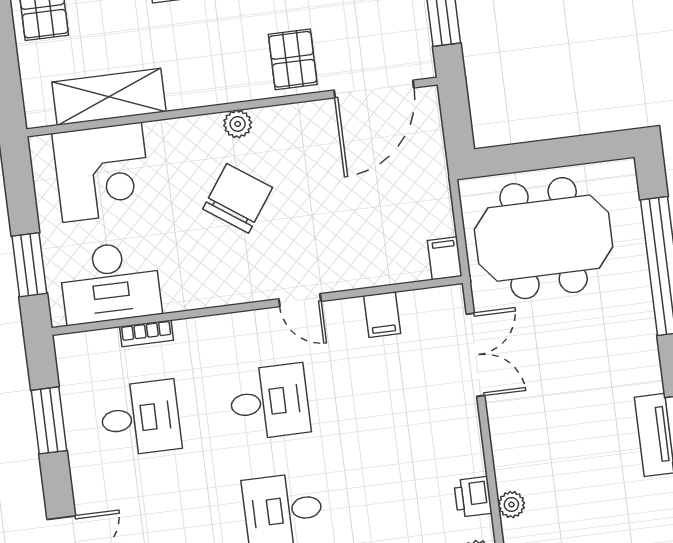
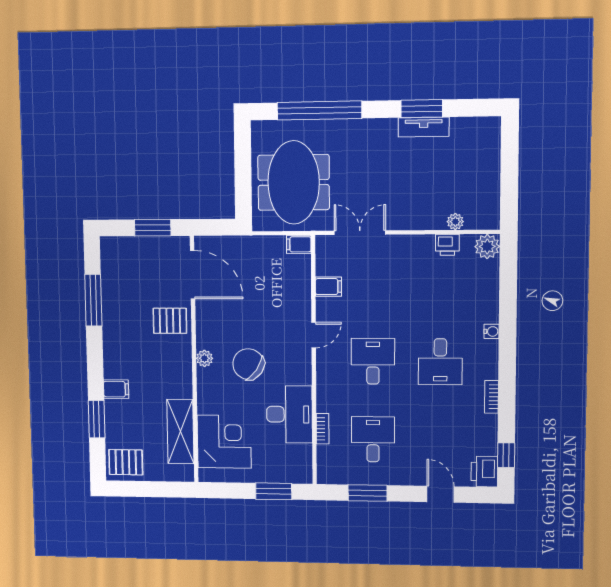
desk: (110, 282) -> (289, 414), moved

